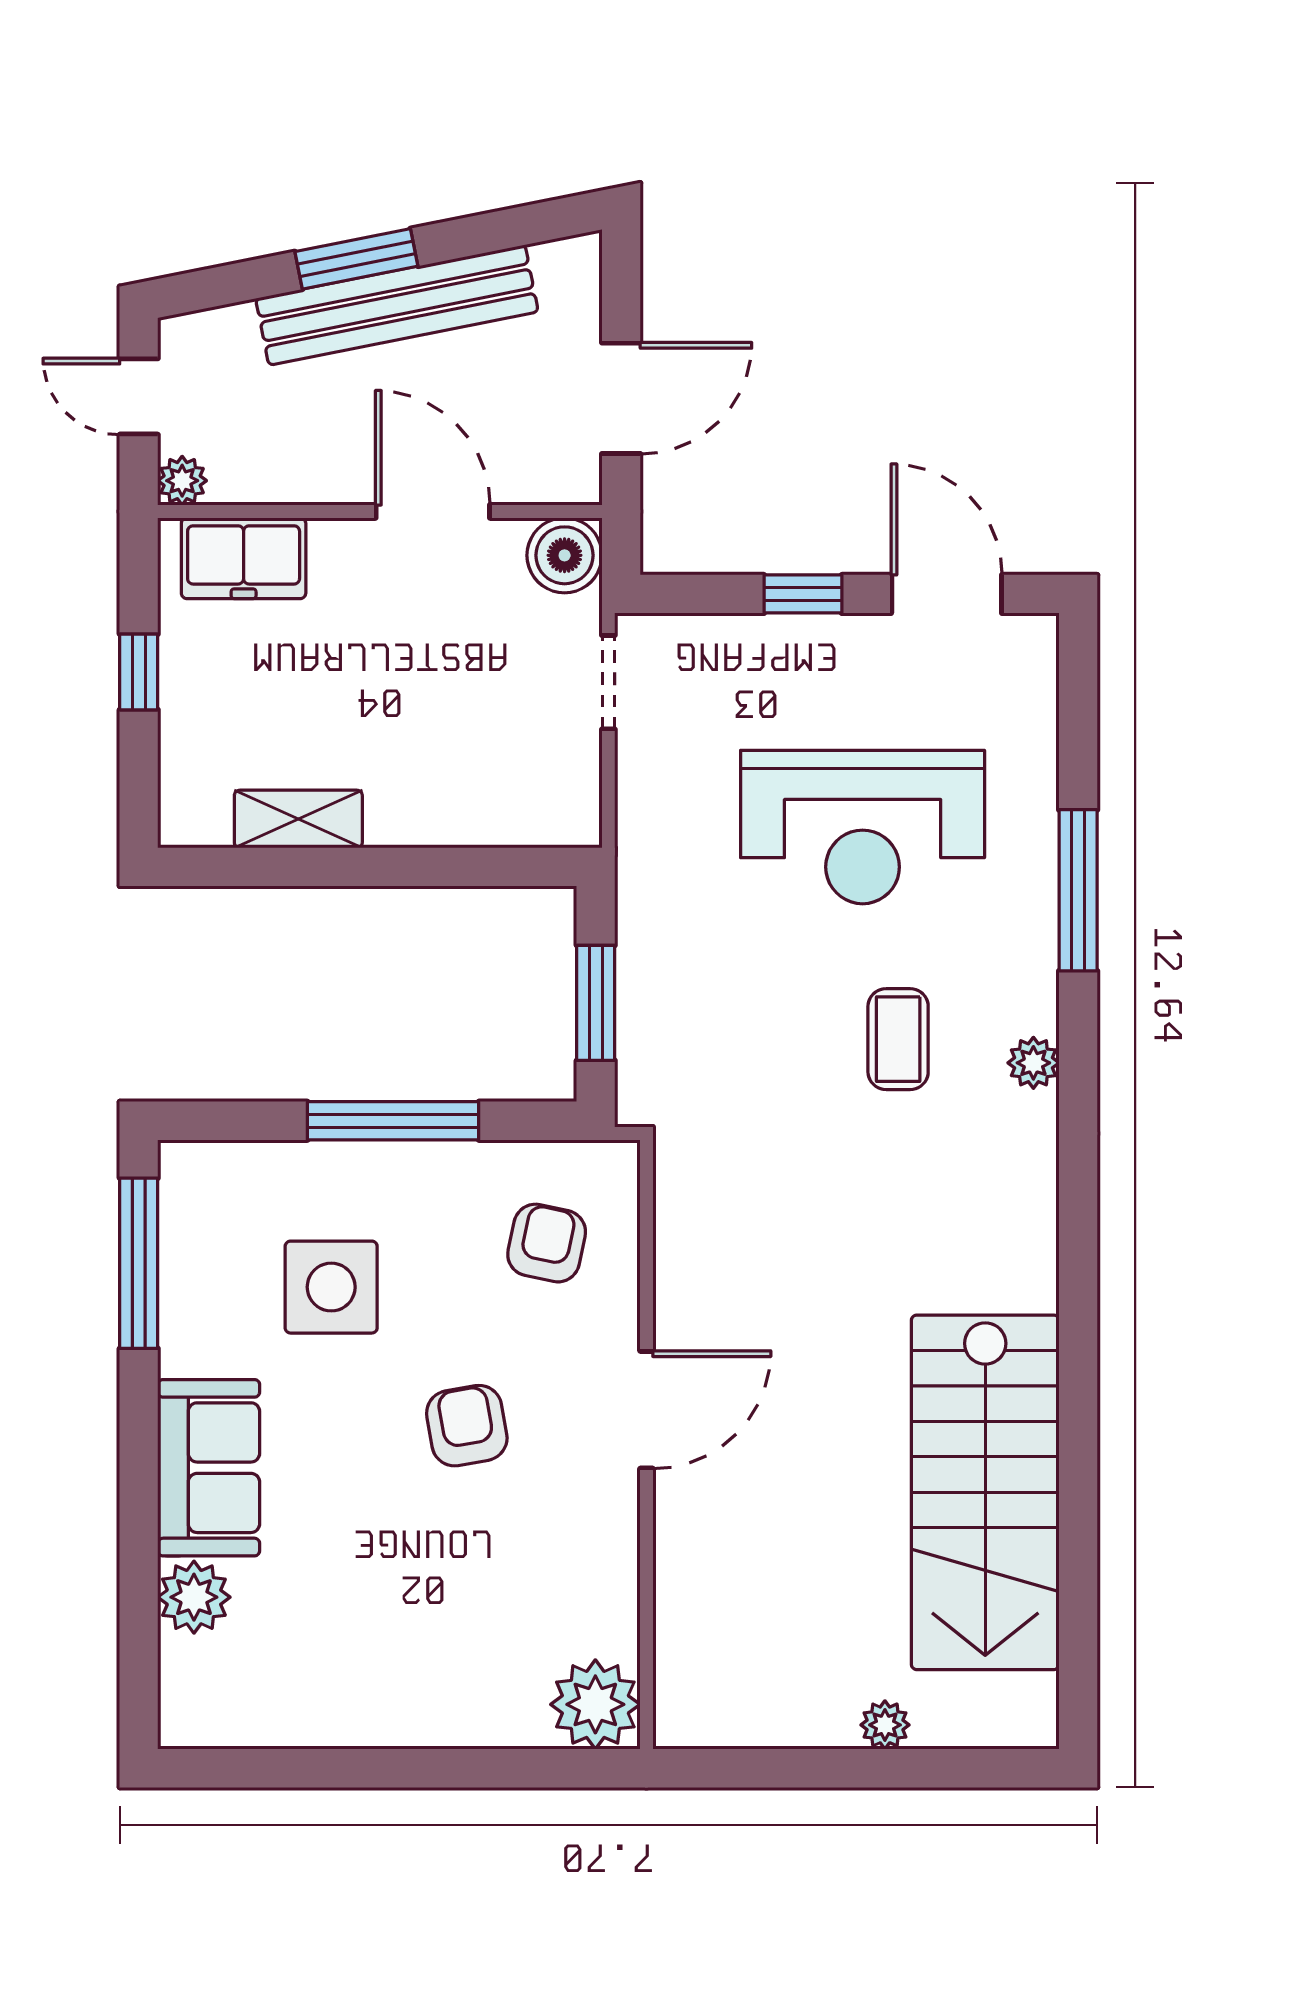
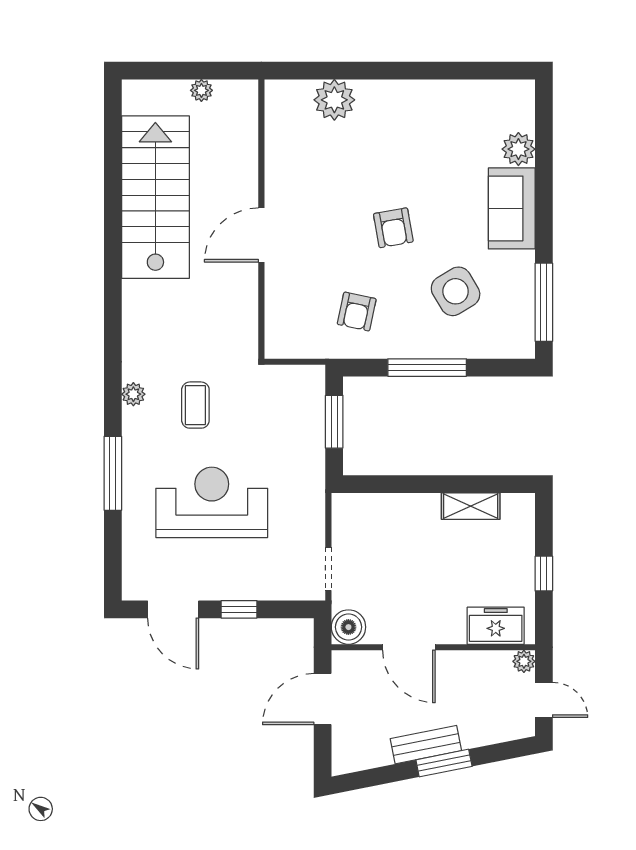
bench: (397, 305) -> (426, 745), width x0.54, depth x0.82
side table: (331, 1287) -> (456, 291), turned -31
door: (646, 1410) -> (261, 235), moved
wall: (646, 1444) -> (261, 219), moved

